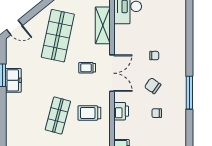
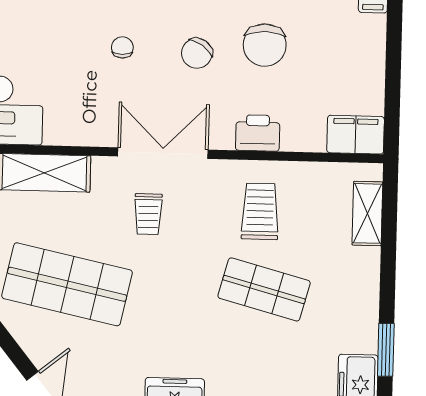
trolley: (89, 113) -> (260, 211), turned 180
chair: (157, 113) -> (265, 45), width x1.87, depth x1.87

